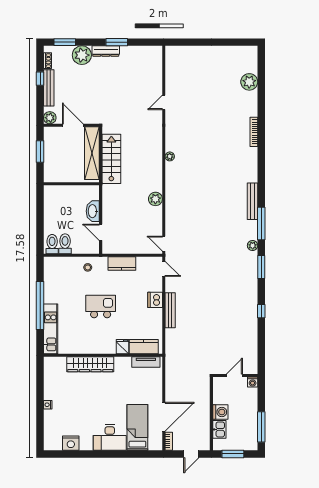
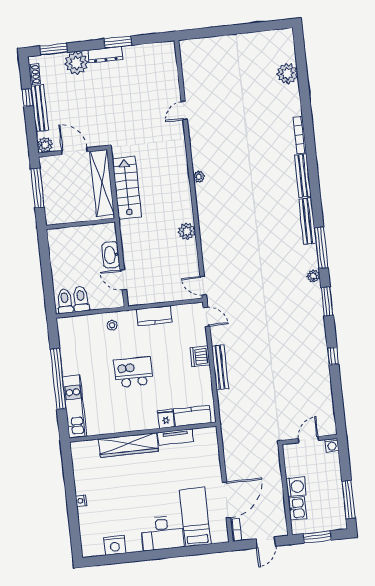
window: (40, 152) -> (37, 188), width x1.44
bench: (253, 165) -> (303, 176), added
tv unit: (146, 362) -> (175, 437), moved

